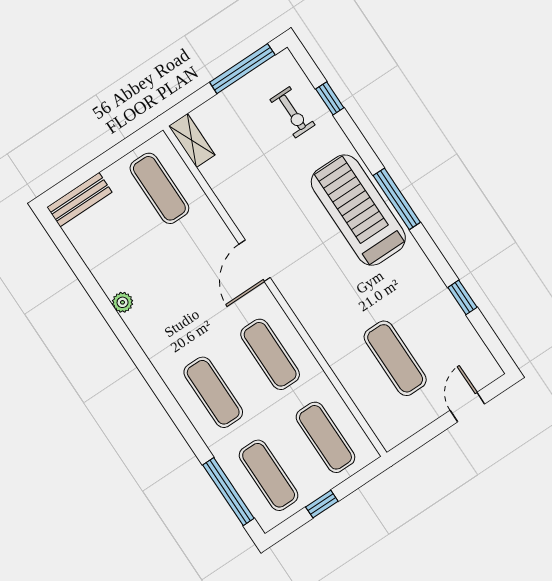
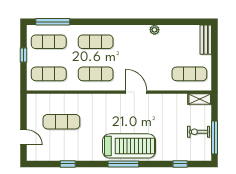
exercise bike: (292, 112) -> (199, 132), moved

